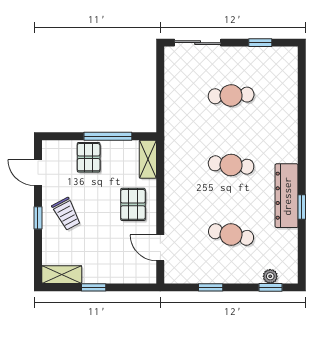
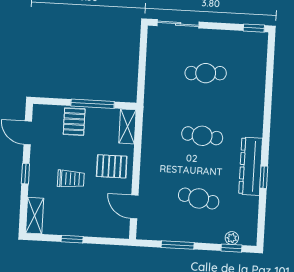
window: (260, 43) -> (254, 28), moved
pallet: (133, 204) -> (112, 166), turned 90
trolley: (66, 214) -> (71, 179), moved, turned -62
shelving: (62, 275) -> (35, 216), moved, turned 90
window: (211, 287) -> (178, 245), width x1.50

